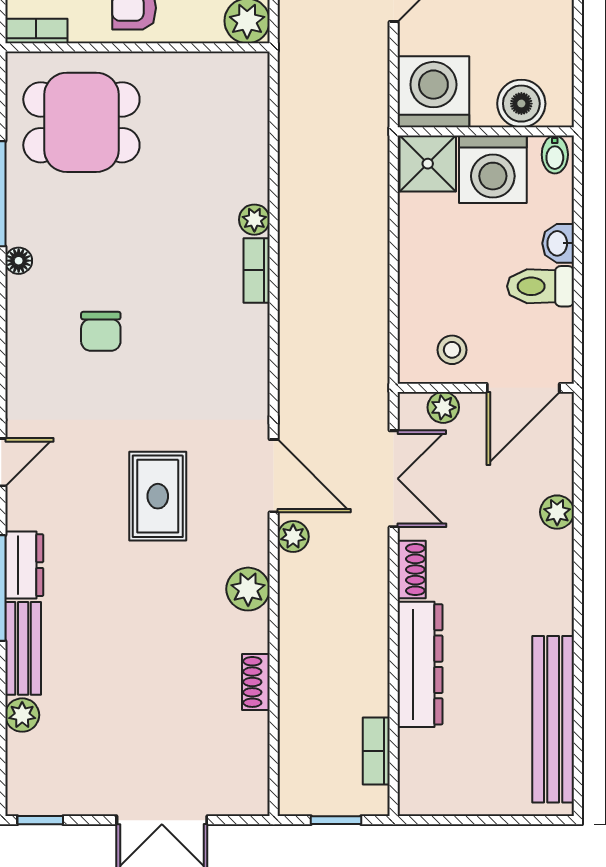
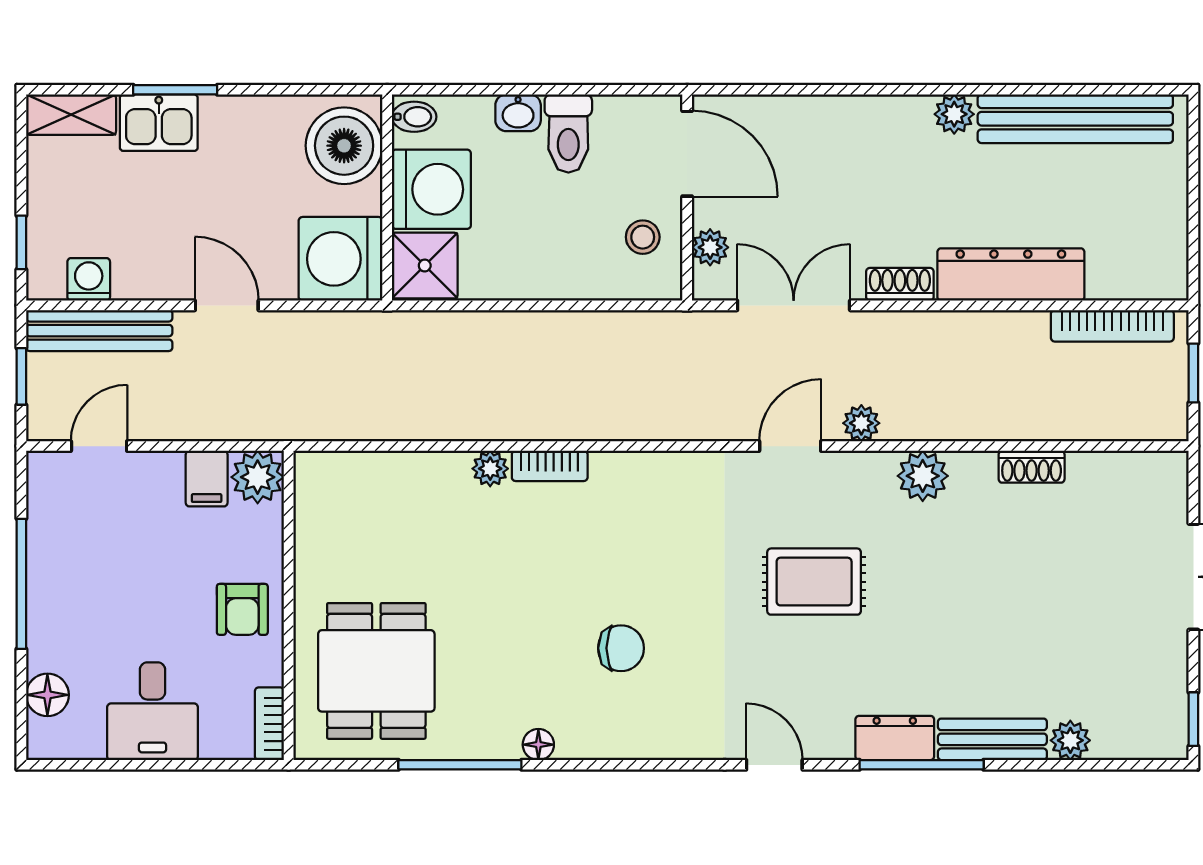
boiler: (521, 104) -> (344, 146), width x1.37, depth x1.37
door: (274, 476) -> (790, 446), width x0.73
plant: (557, 512) -> (954, 114), moved
bookcase: (376, 751) -> (1112, 326), width x1.56

